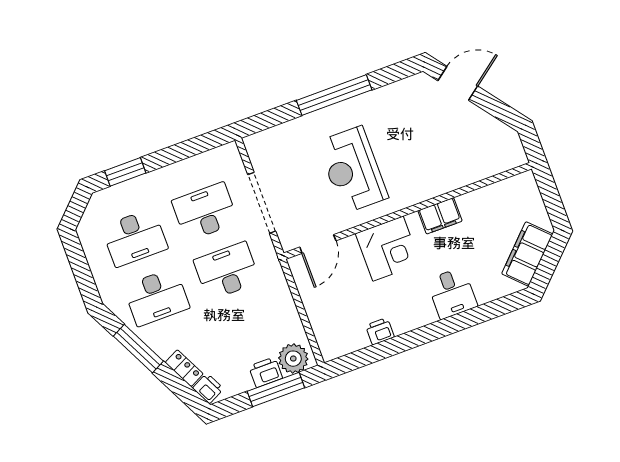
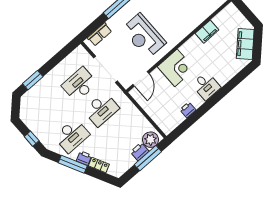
row of seats: (275, 137) -> (100, 34), added
filing cabinet: (440, 216) -> (207, 32), moved
desk: (135, 238) -> (50, 111), removed
desk: (227, 271) -> (101, 109), turned 180
window: (83, 275) -> (32, 139), added
desk: (452, 293) -> (206, 86), moved
printer: (208, 388) -> (84, 158), moved

